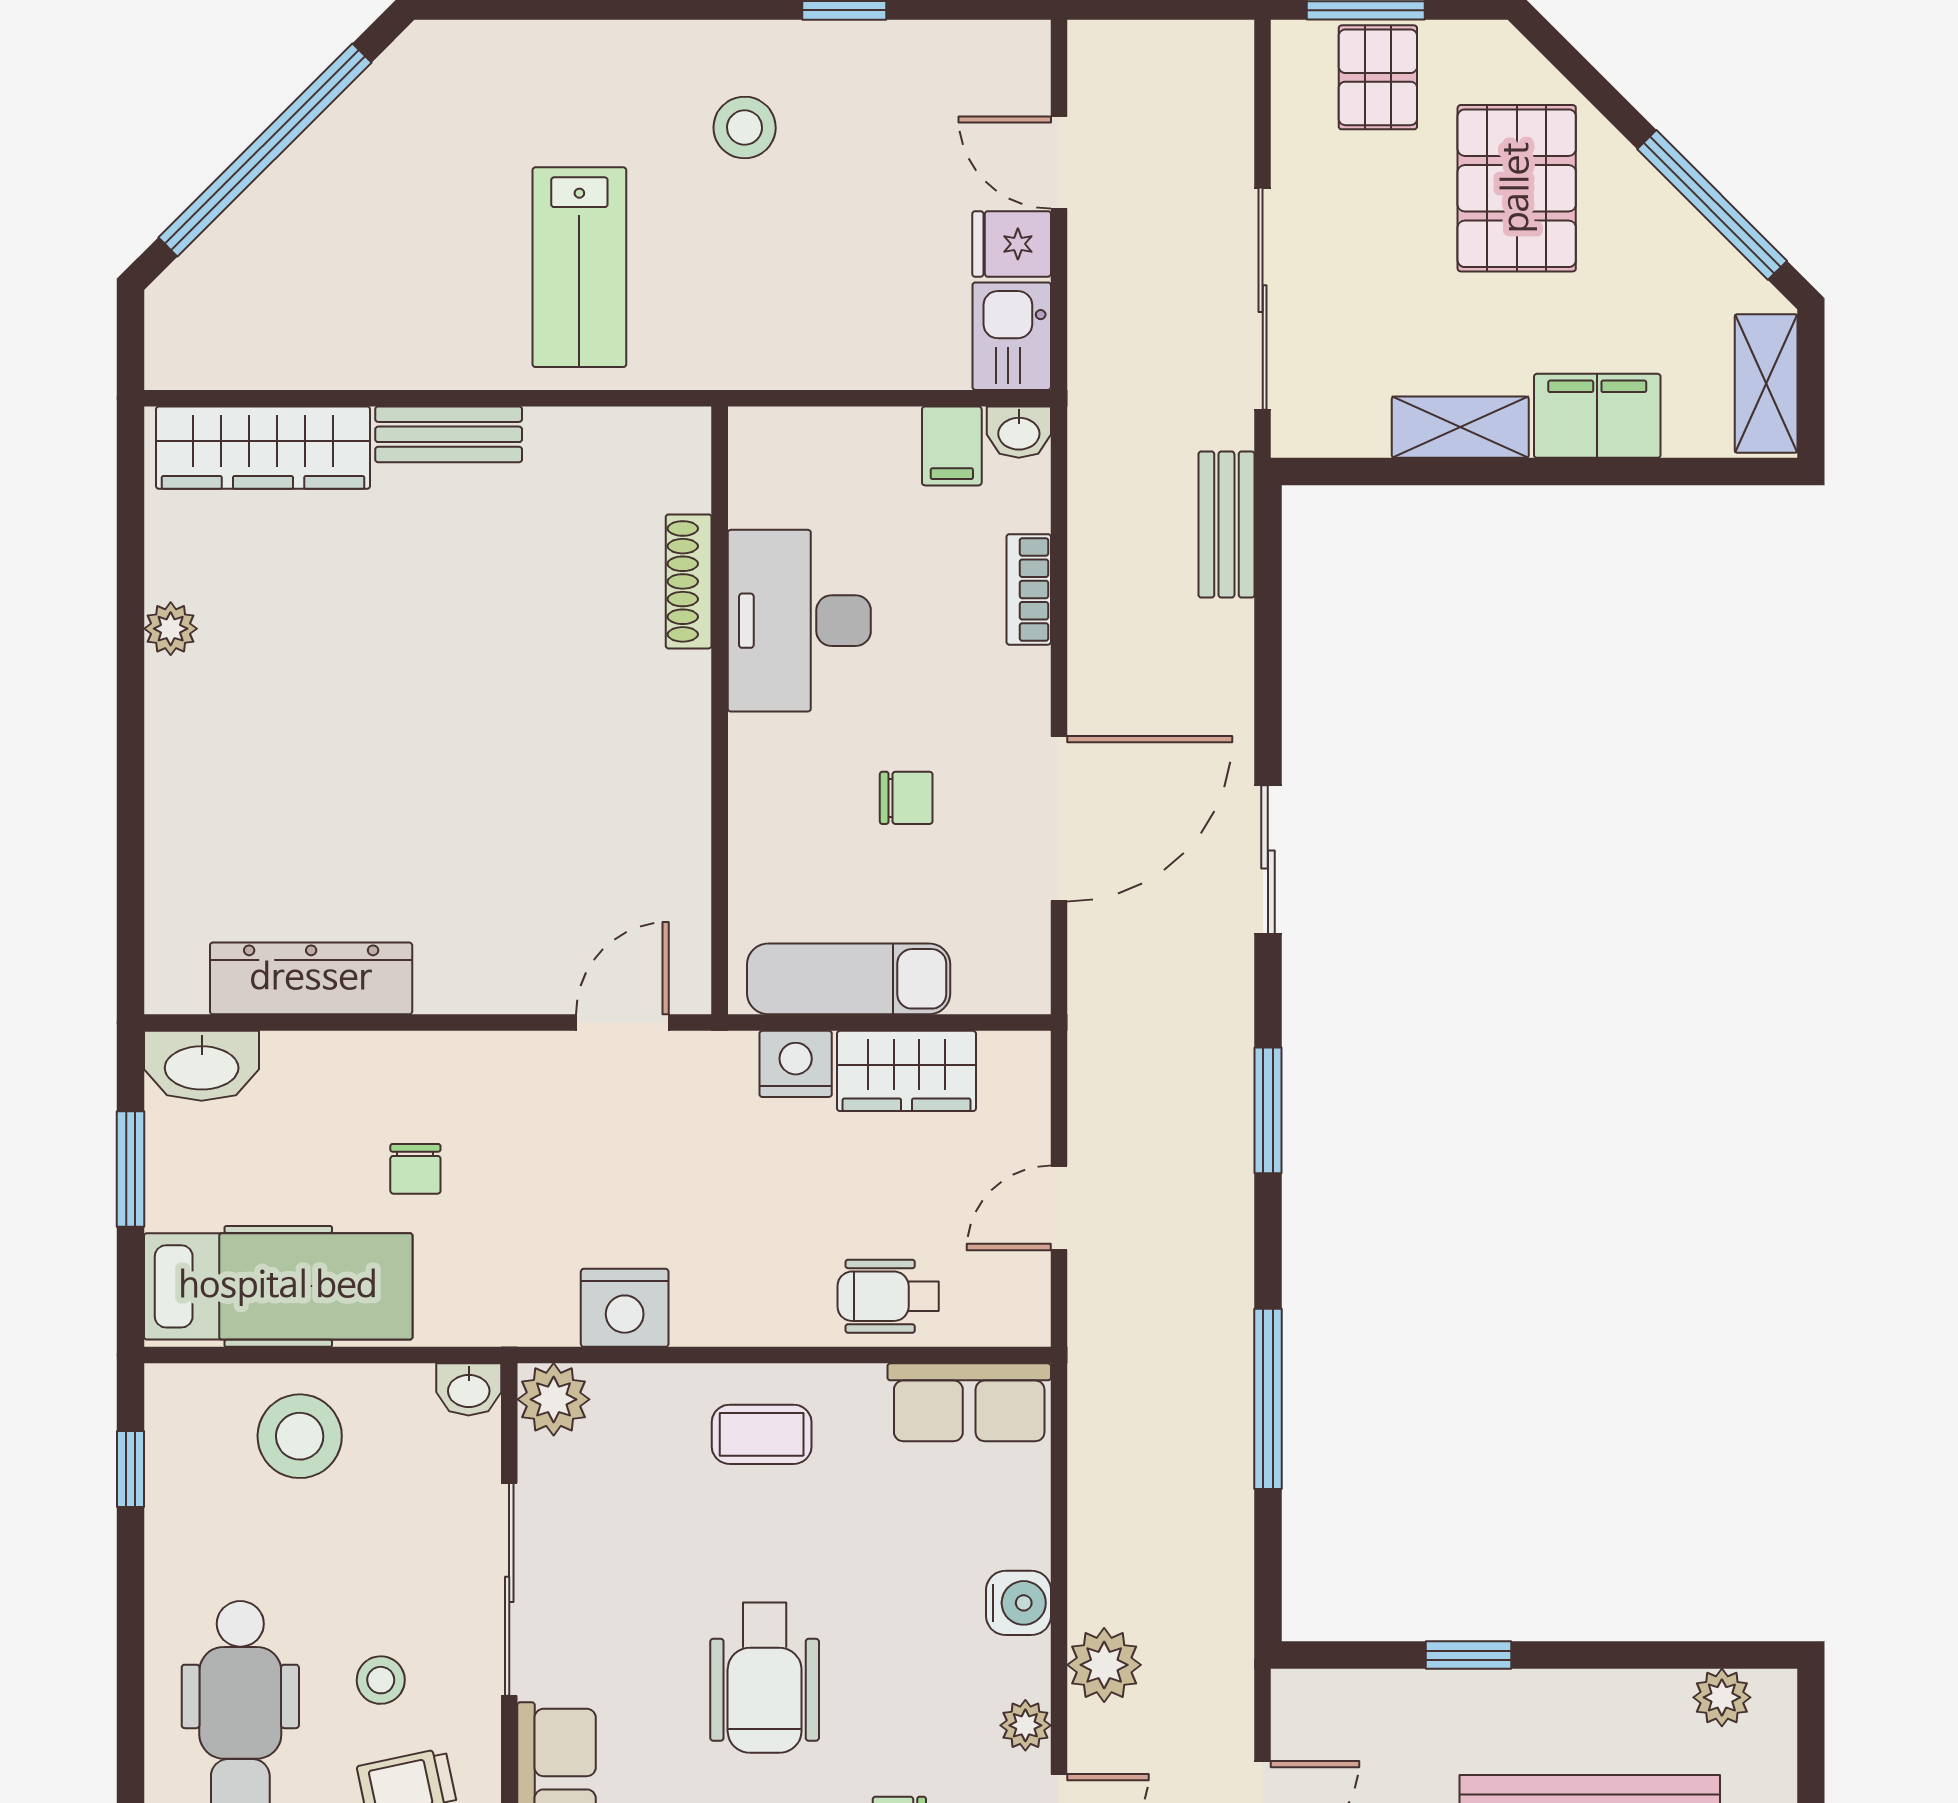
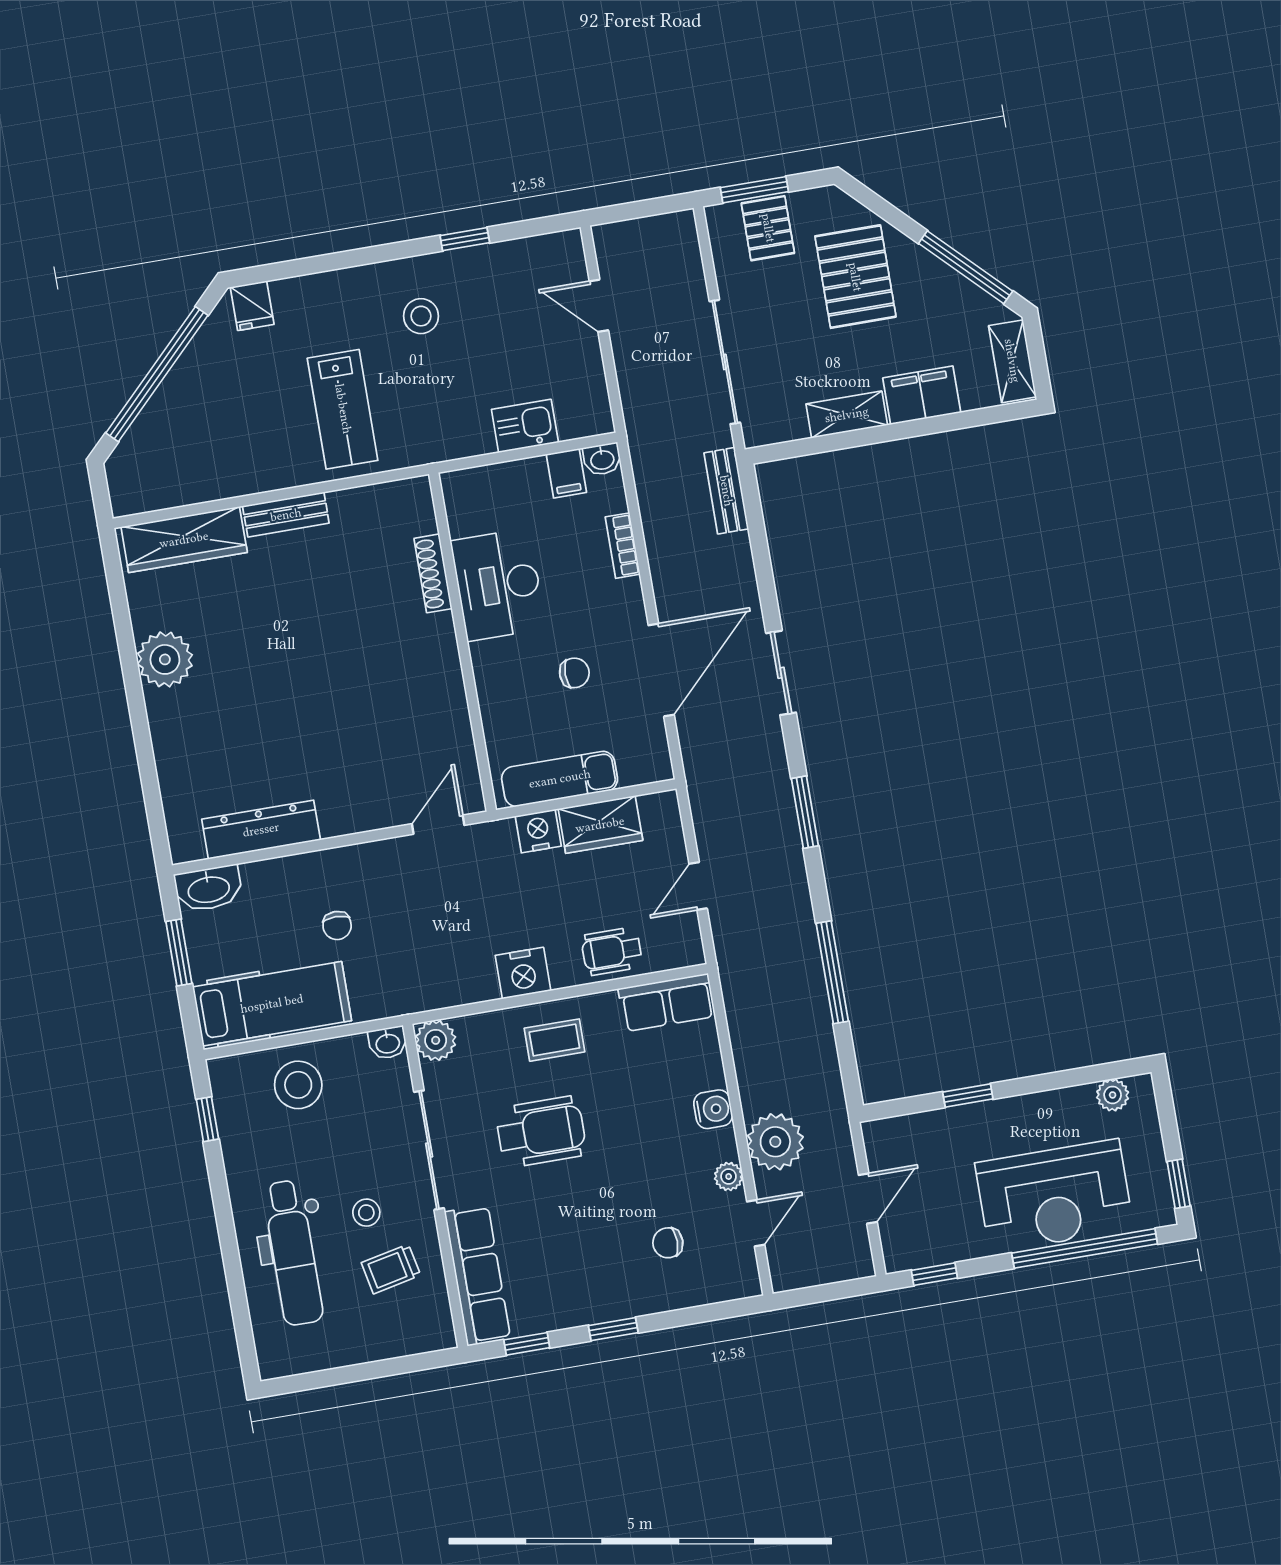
fridge: (1012, 244) -> (252, 306), moved, turned -90
kitchen sink: (1012, 336) -> (525, 426), moved, turned 90
plant: (171, 629) -> (165, 659), width x1.88, depth x1.88
nightstand: (625, 1308) -> (523, 973), moved
plant: (1104, 1665) -> (775, 1142), width x1.36, depth x1.36
wheelchair: (765, 1678) -> (541, 1132), moved, turned -90

